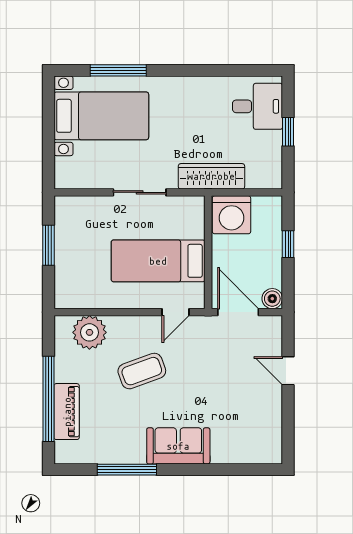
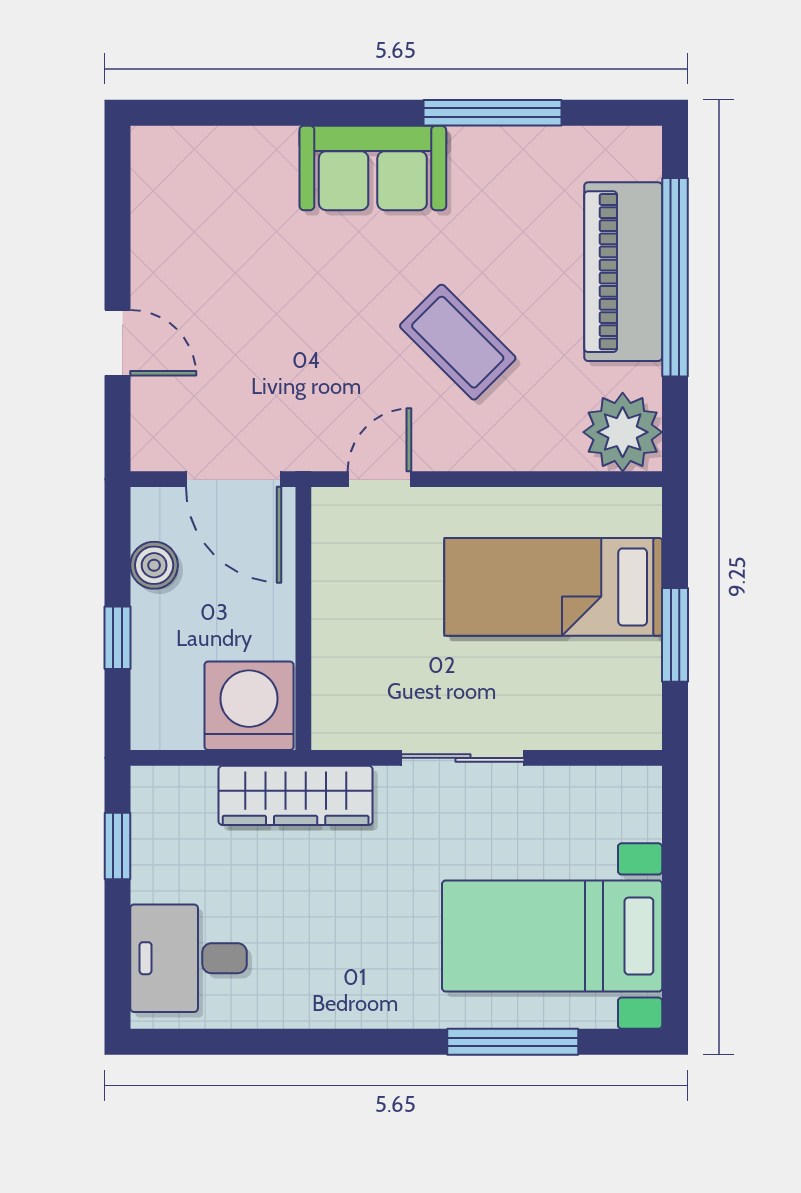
window: (288, 132) -> (117, 846), moved
bed: (158, 261) -> (553, 587), moved, turned 180
boiler: (272, 299) -> (154, 565), moved
plant: (89, 332) -> (623, 432), moved
coffee table: (142, 371) -> (458, 342), turned 65
piano: (67, 412) -> (623, 272), width x1.37, depth x1.33

